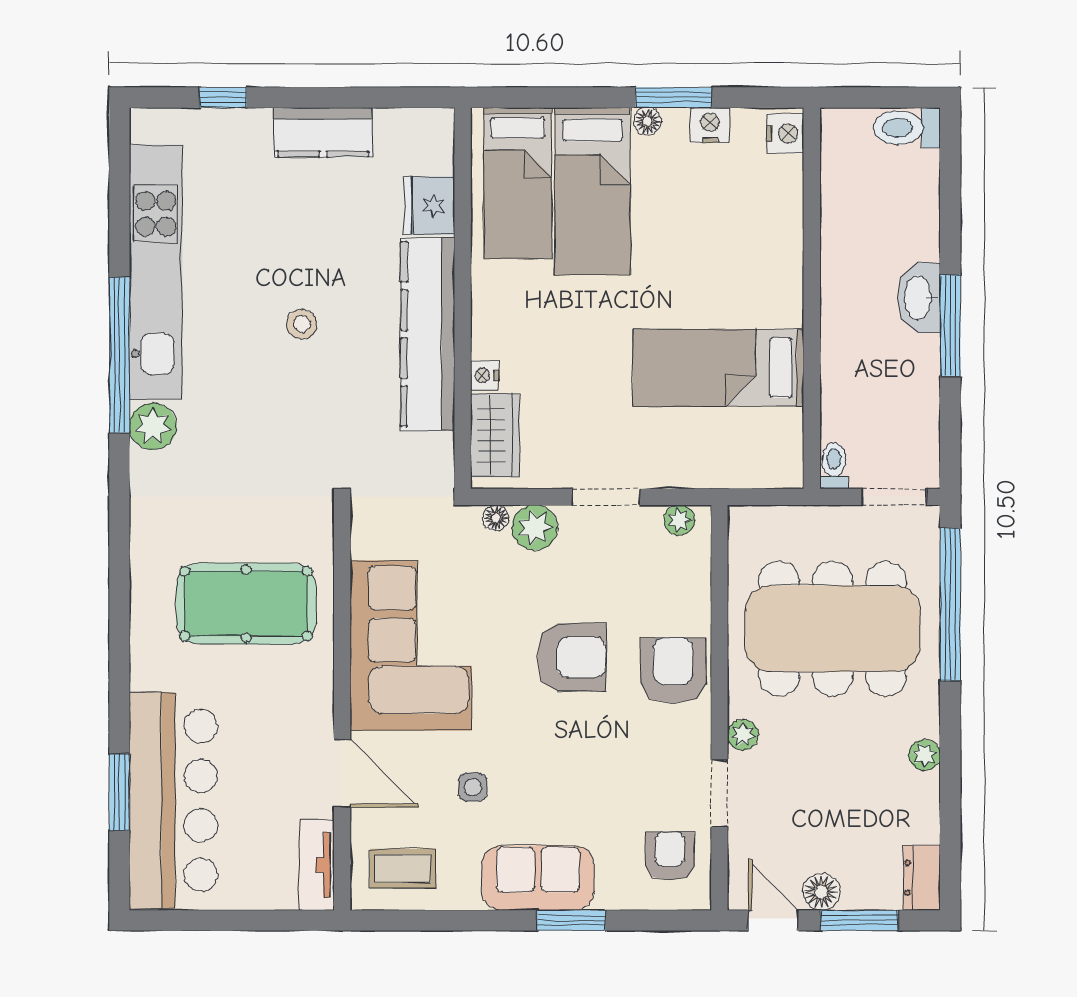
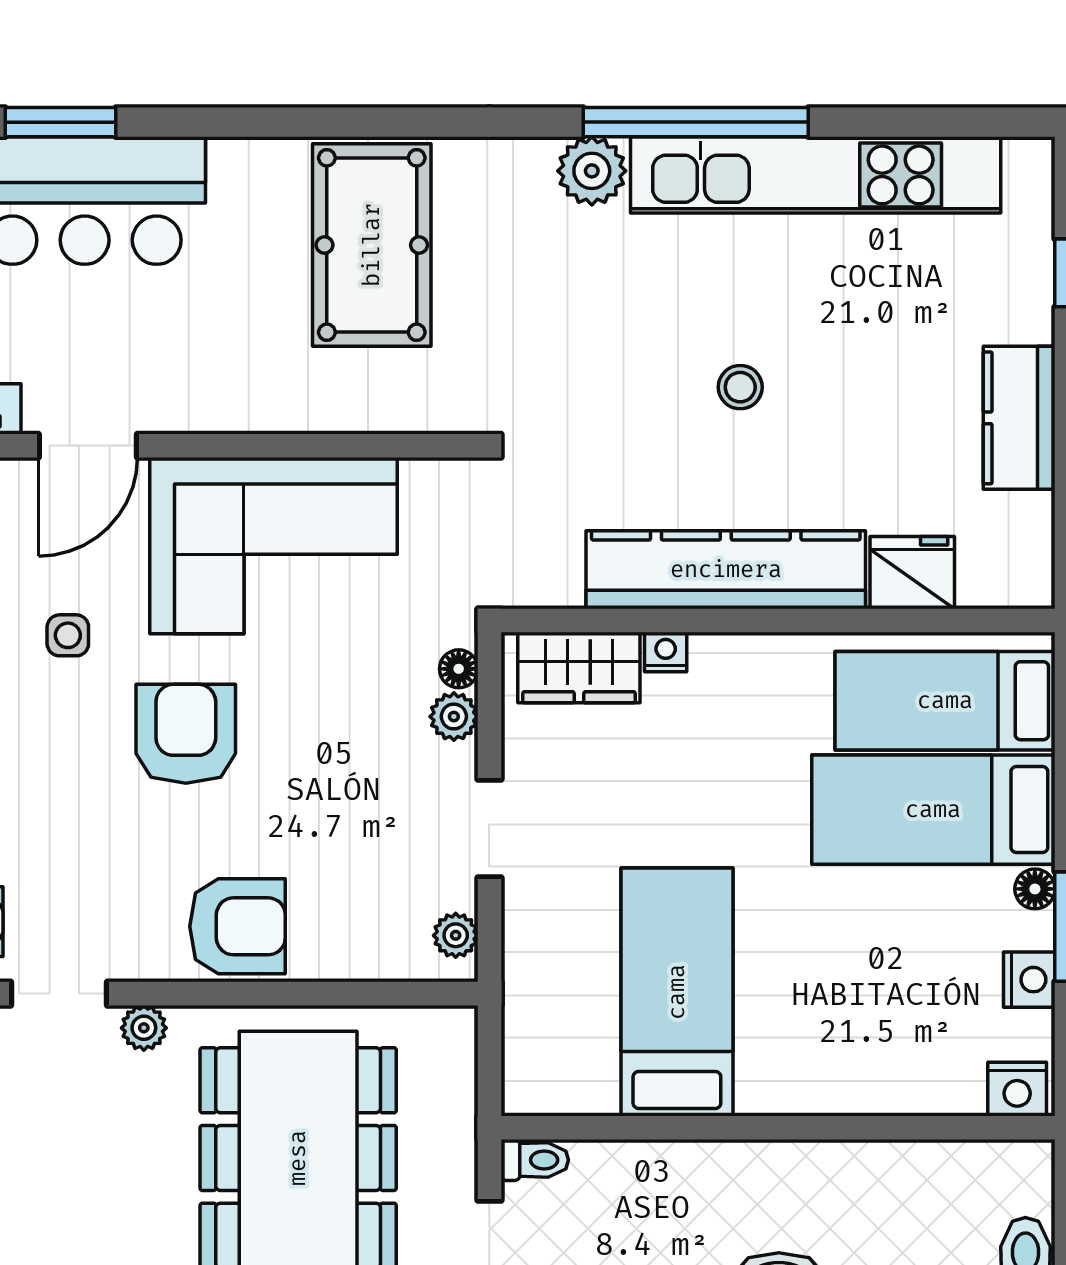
plant: (535, 528) -> (454, 717), width x0.73, depth x0.73
pool table: (246, 604) -> (372, 245), moved
armchair: (572, 657) -> (186, 734), moved, turned 180

